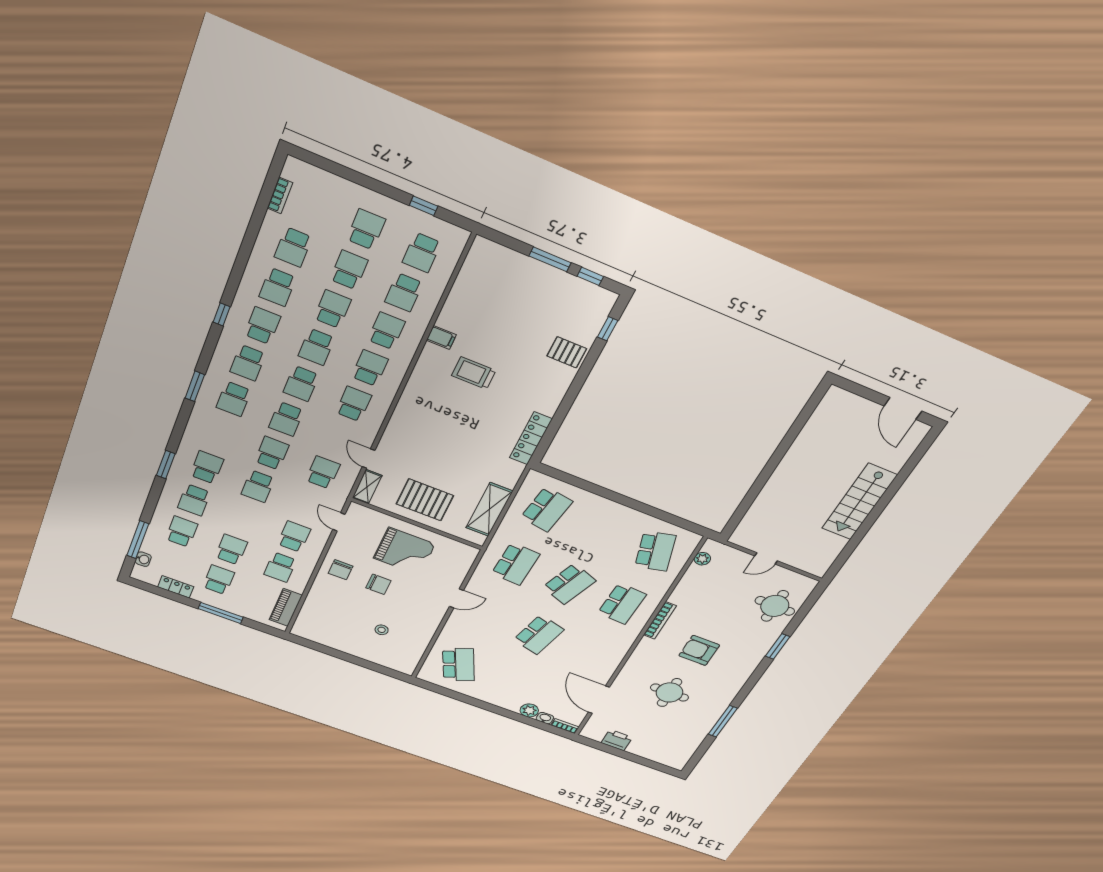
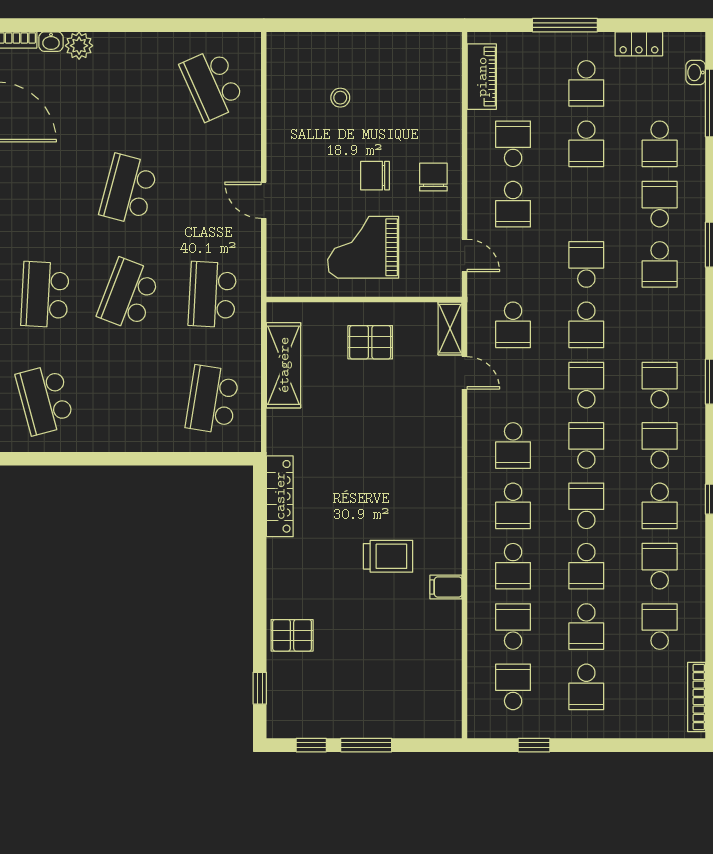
bookcase: (280, 195) -> (697, 697), width x1.56
pallet: (425, 500) -> (370, 342), width x0.67, depth x0.71
door: (456, 598) -> (264, 200), hinge flipped

